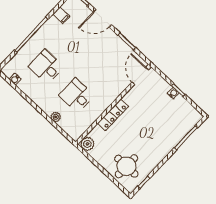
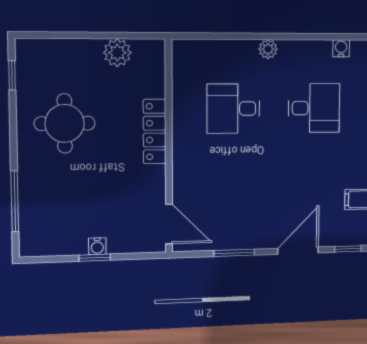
desk: (77, 95) -> (233, 109), turned 180
plant: (56, 117) -> (268, 49), moved
plant: (87, 144) -> (117, 53), moved
round table: (126, 166) -> (65, 123), moved

